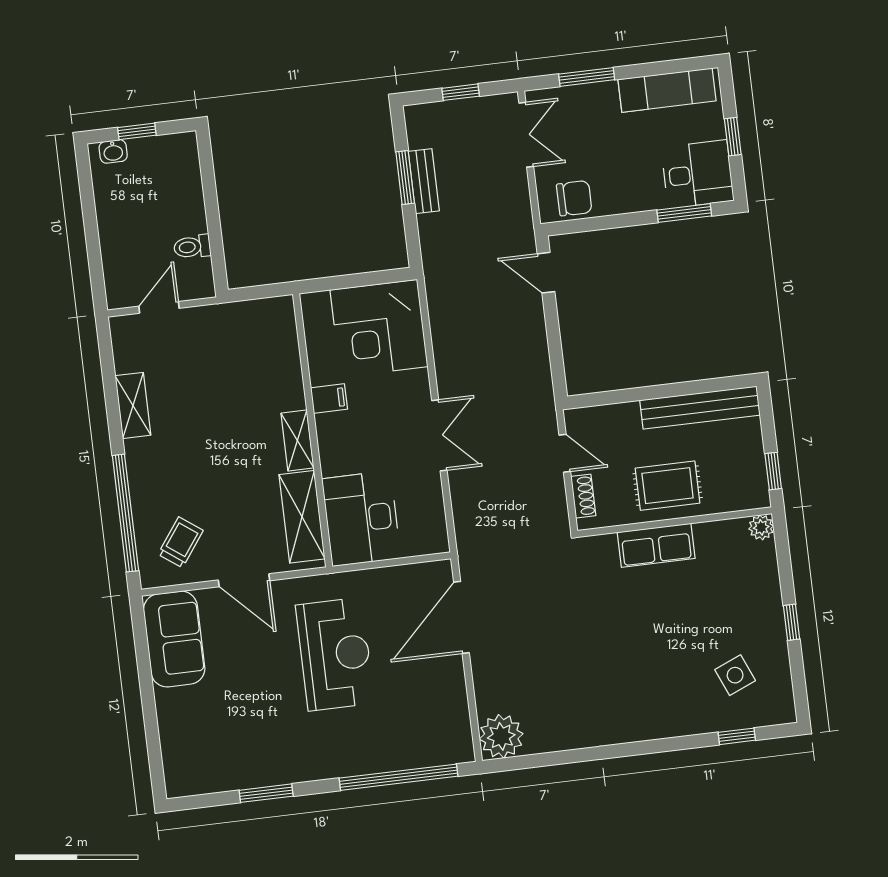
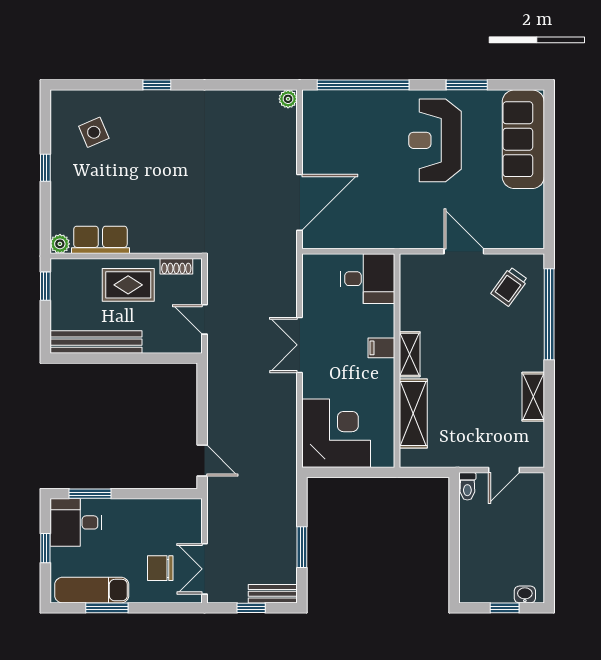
window: (587, 77) -> (107, 608), moved
bench: (424, 181) -> (273, 594), moved, turned 90
chair: (574, 198) -> (160, 568), moved
toilet: (192, 247) -> (467, 486), moved, turned 90
filing cabinet: (329, 398) -> (381, 348), moved
shoe rack: (583, 496) -> (176, 266), moved, turned -90
shelving: (302, 517) -> (413, 413), moved
desk: (361, 519) -> (368, 279), width x0.73
row of seats: (656, 545) -> (100, 240), moved
sofa: (174, 639) -> (523, 139), moved, width x1.36
reception desk: (335, 654) -> (435, 140), moved
plant: (501, 736) -> (288, 99), width x0.53, depth x0.53
window: (737, 736) -> (157, 85), moved

